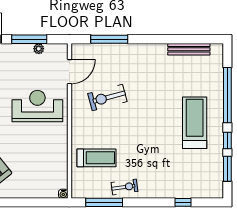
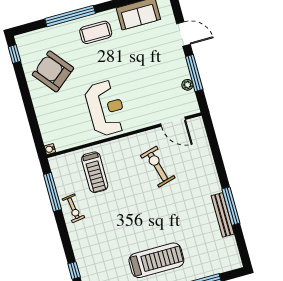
window: (109, 39) -> (231, 206), moved
bench: (189, 49) -> (223, 215), moved
reception desk: (37, 106) -> (106, 108), moved

